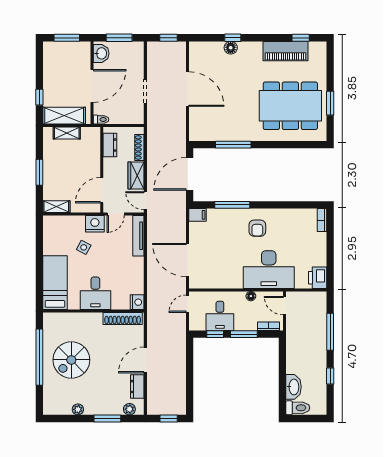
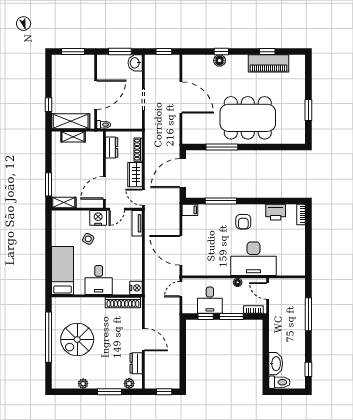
window: (301, 38) -> (267, 52), moved
washbasin: (101, 53) -> (135, 63), moved, turned 180
dining table: (290, 106) -> (248, 118), moved
window: (39, 172) -> (49, 184), moved
tv unit: (138, 236) -> (137, 223), width x0.71
printer: (318, 278) -> (276, 212), moved, turned -90
door: (145, 360) -> (143, 340), swing flipped
window: (330, 376) -> (308, 369), moved

